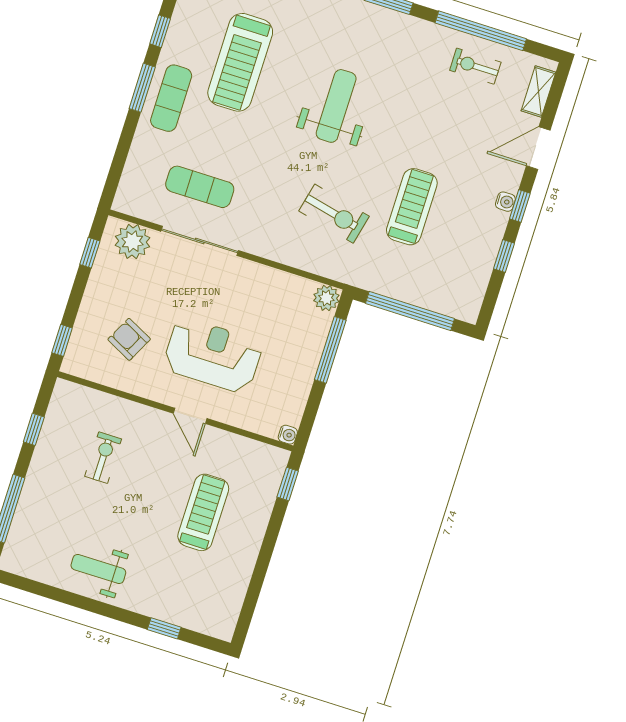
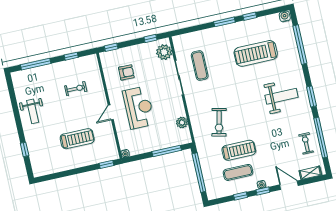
exercise mat: (171, 98) -> (238, 172), moved
weight bench: (336, 106) -> (281, 96), moved
plant: (326, 298) -> (182, 123), moved
armchair: (129, 339) -> (126, 72), turned 64
weight bench: (98, 569) -> (33, 111), turned 180

